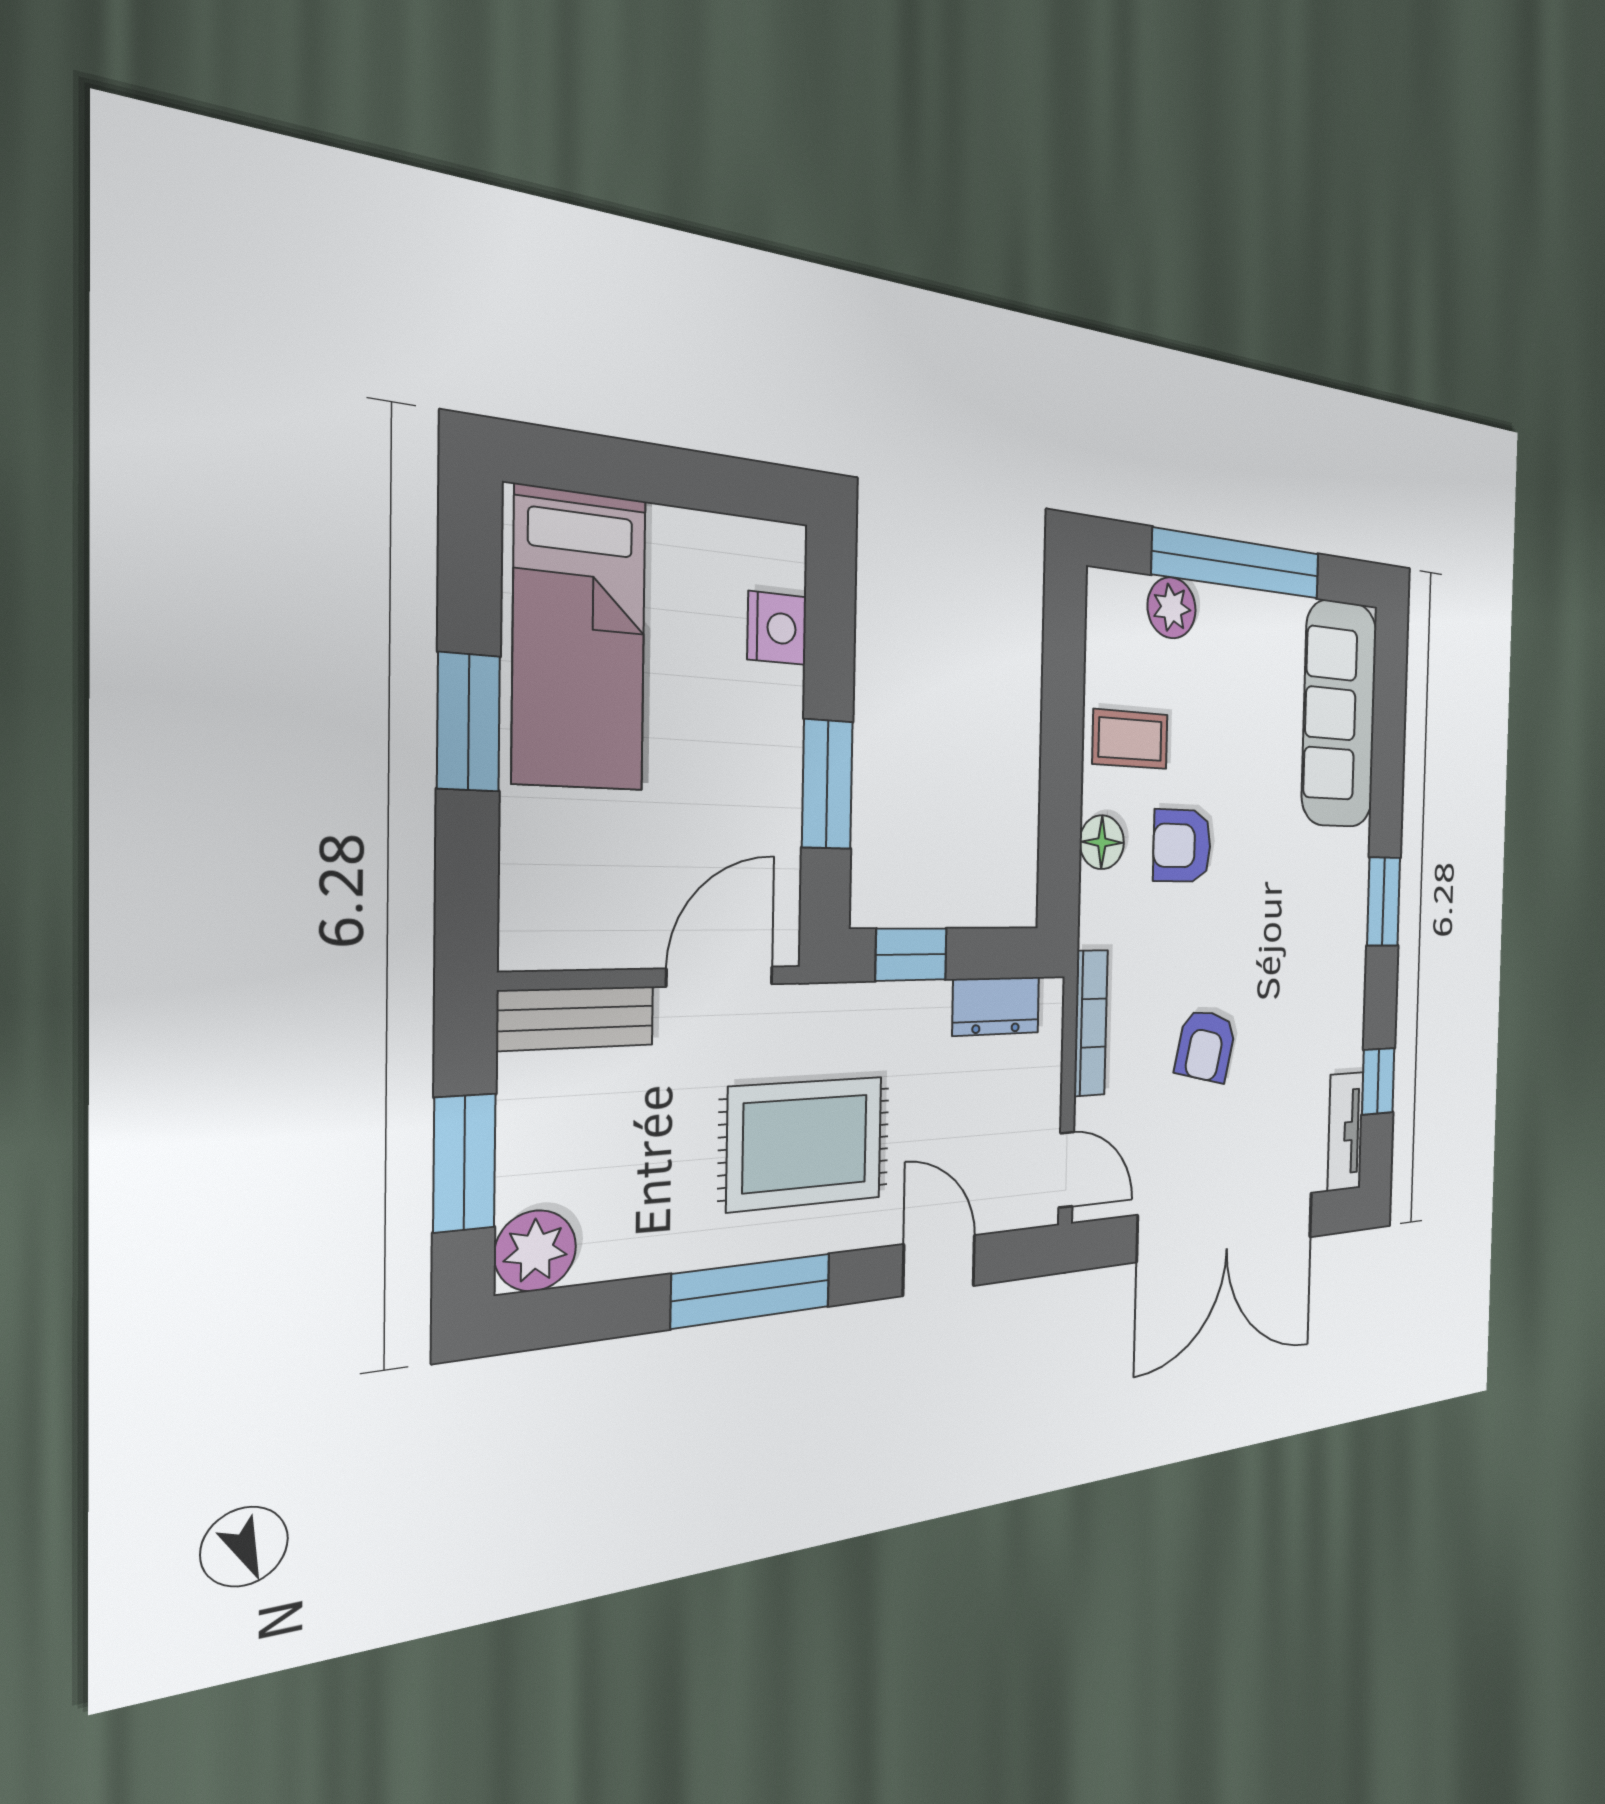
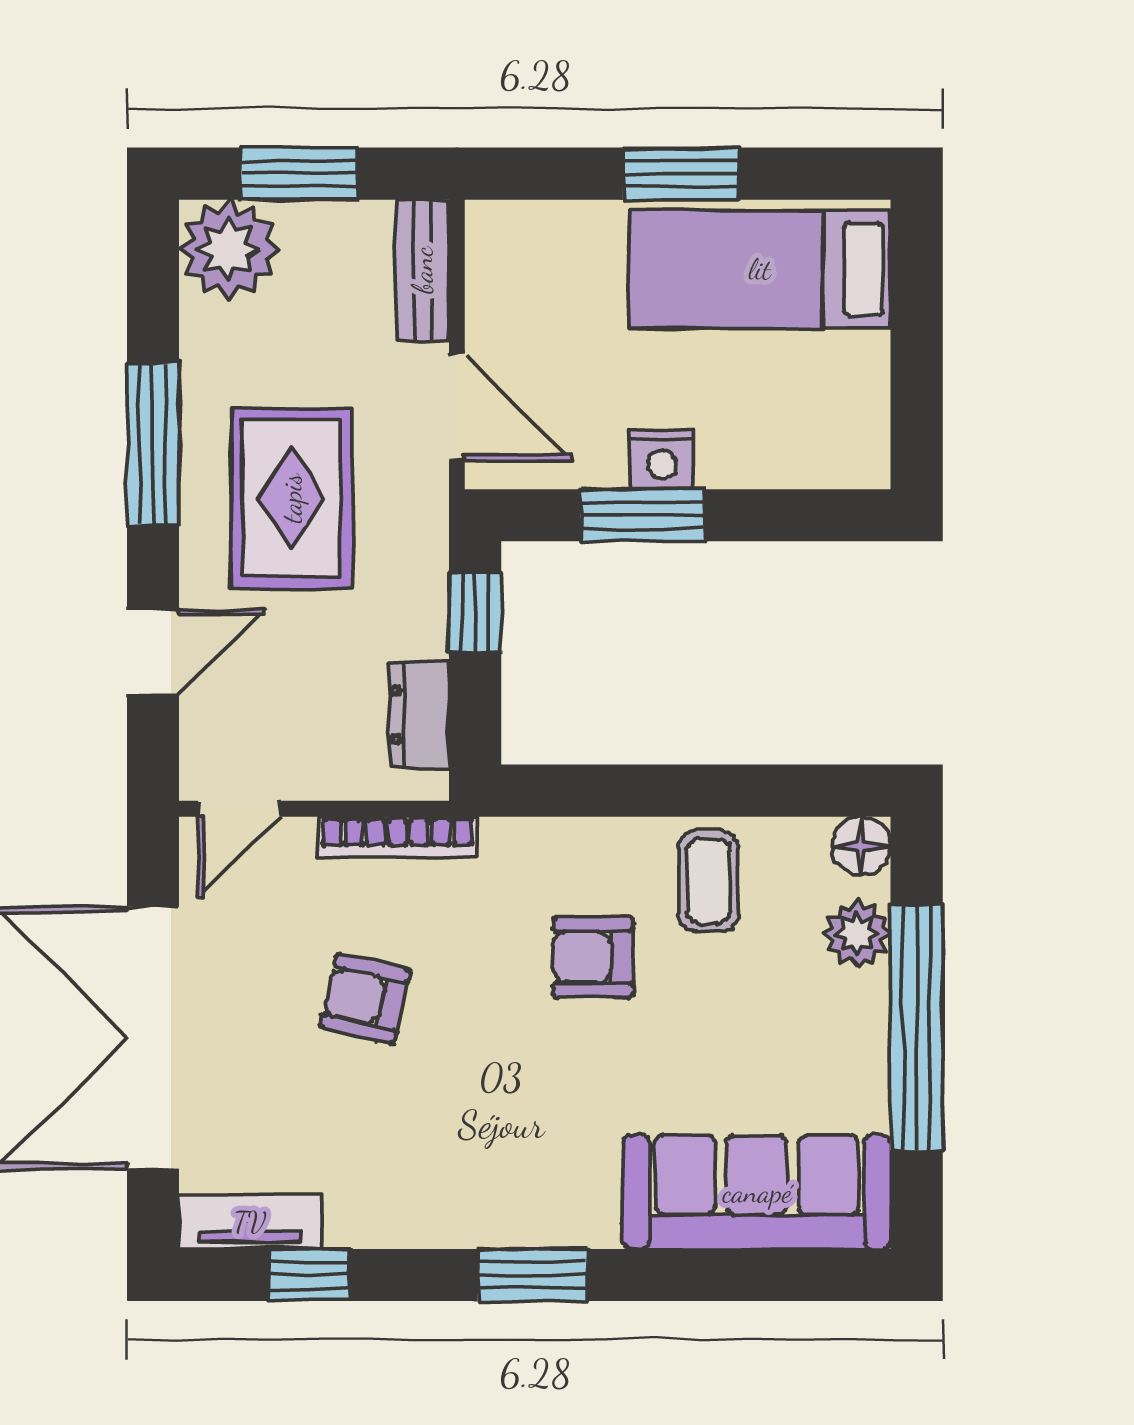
nightstand: (777, 628) -> (662, 459), moved
floor lamp: (1102, 842) -> (861, 846), moved
armchair: (1182, 846) -> (593, 957), turned -90
plant: (535, 1251) -> (228, 249), width x1.36, depth x1.36

